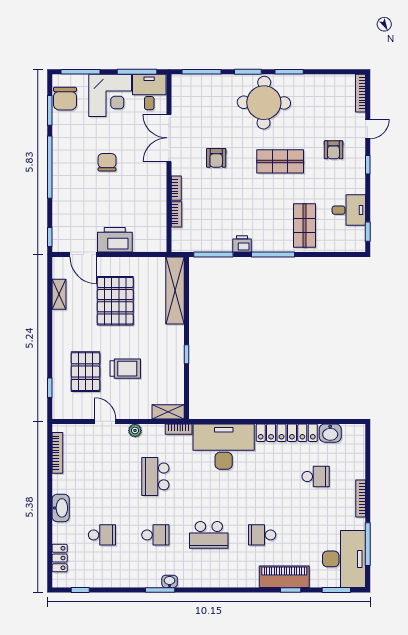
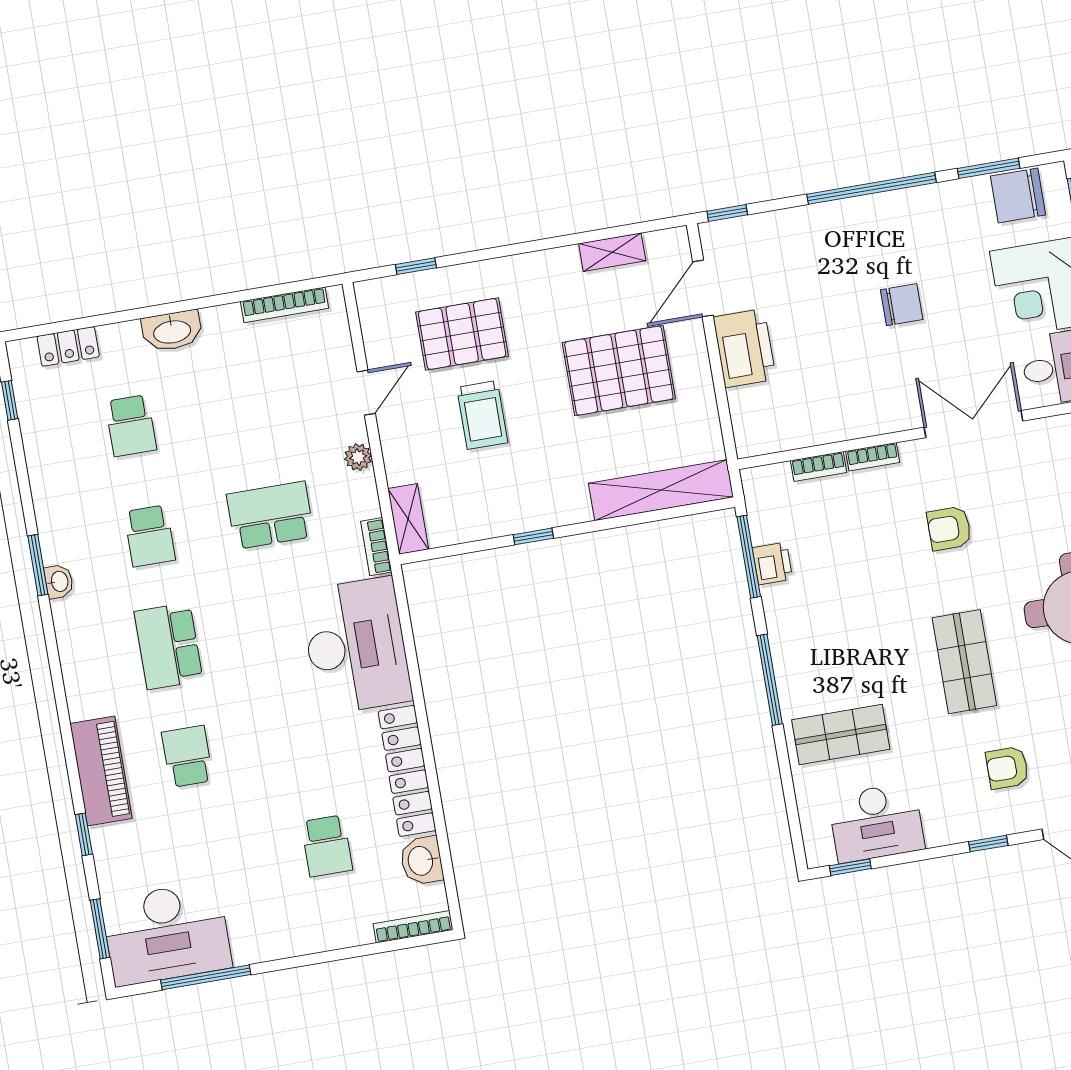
desk: (349, 210) -> (876, 822), width x1.37
printer: (242, 244) -> (772, 563), moved
bookcase: (361, 498) -> (413, 927), moved
piano: (284, 577) -> (101, 771), moved

